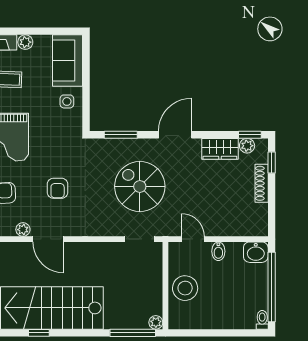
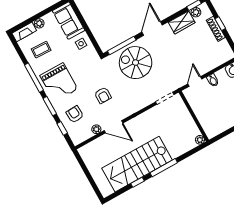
window: (121, 135) -> (122, 45), width x1.44
window: (272, 162) -> (220, 24), moved
spiral stairs: (140, 186) -> (136, 63), moved
door: (193, 239) -> (195, 82), hinge flipped
stool: (185, 288) -> (206, 111), removed
window: (133, 333) -> (164, 168), moved

